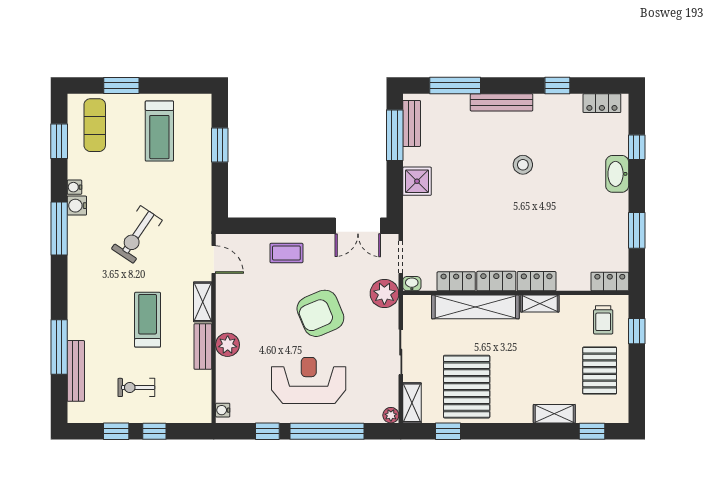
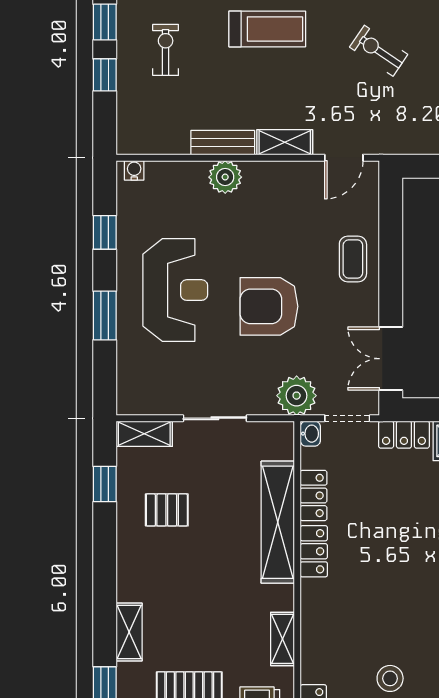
stool: (588, 226) -> (390, 678), added
exercise bike: (137, 234) -> (379, 51), width x0.73, depth x0.72
locker: (537, 281) -> (404, 435), moved, turned 90
shelving: (540, 304) -> (282, 639), moved
armchair: (320, 313) -> (269, 306), turned -67
treadmill: (148, 320) -> (267, 29), moved
pallet: (467, 387) -> (167, 510), width x0.49, depth x0.50
plant: (391, 415) -> (127, 404), removed
window: (327, 431) -> (105, 316), width x0.47

